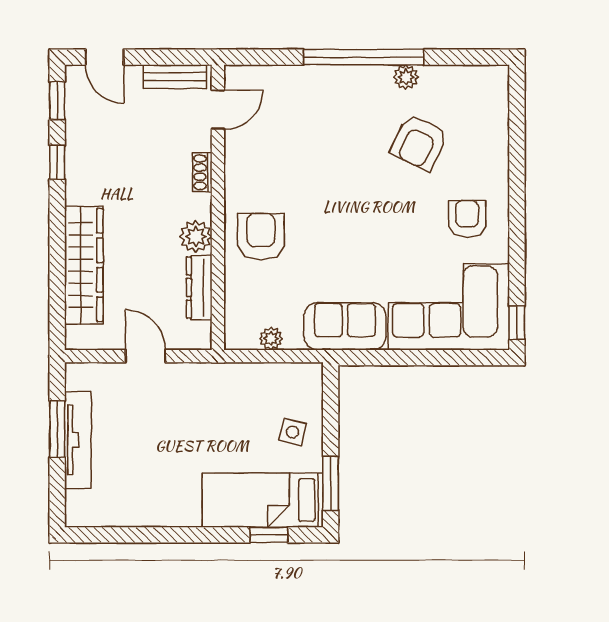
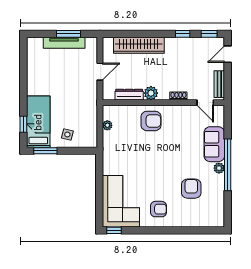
plant: (406, 77) -> (219, 168), moved
armchair: (419, 142) -> (191, 189), turned 64
sofa: (345, 326) -> (214, 144), moved, turned 180

